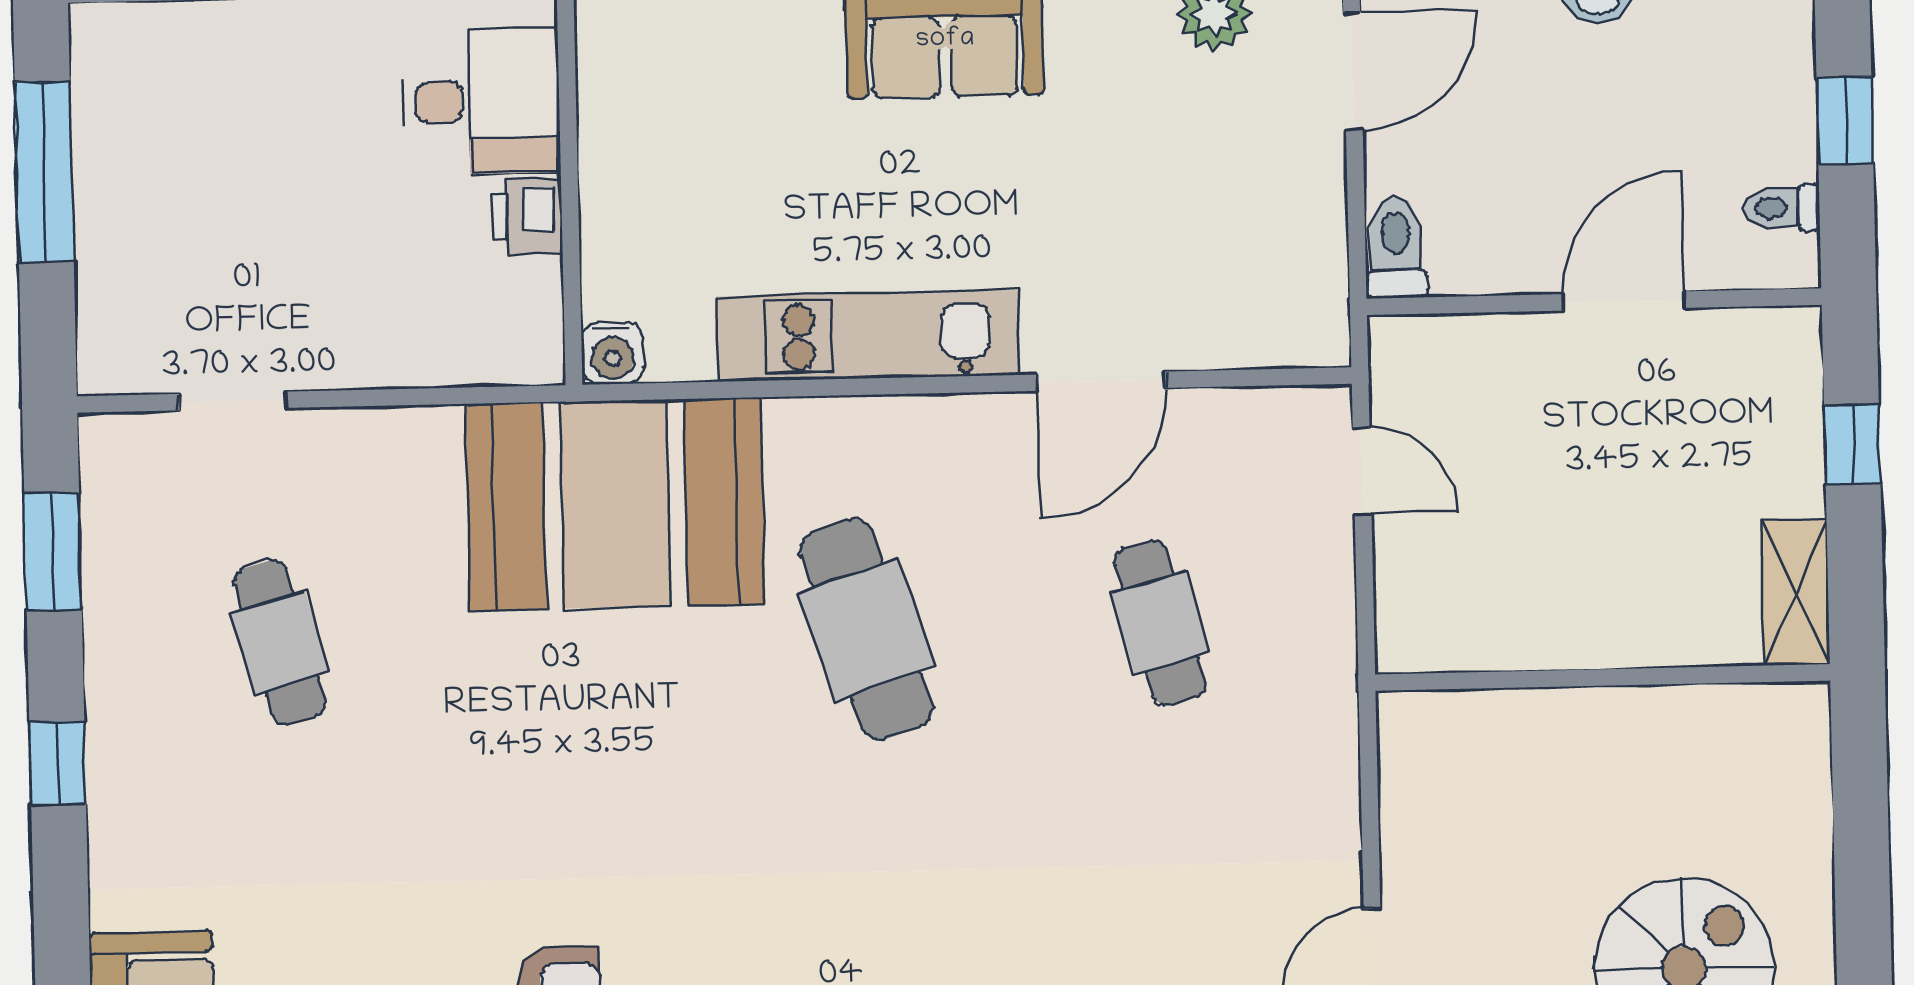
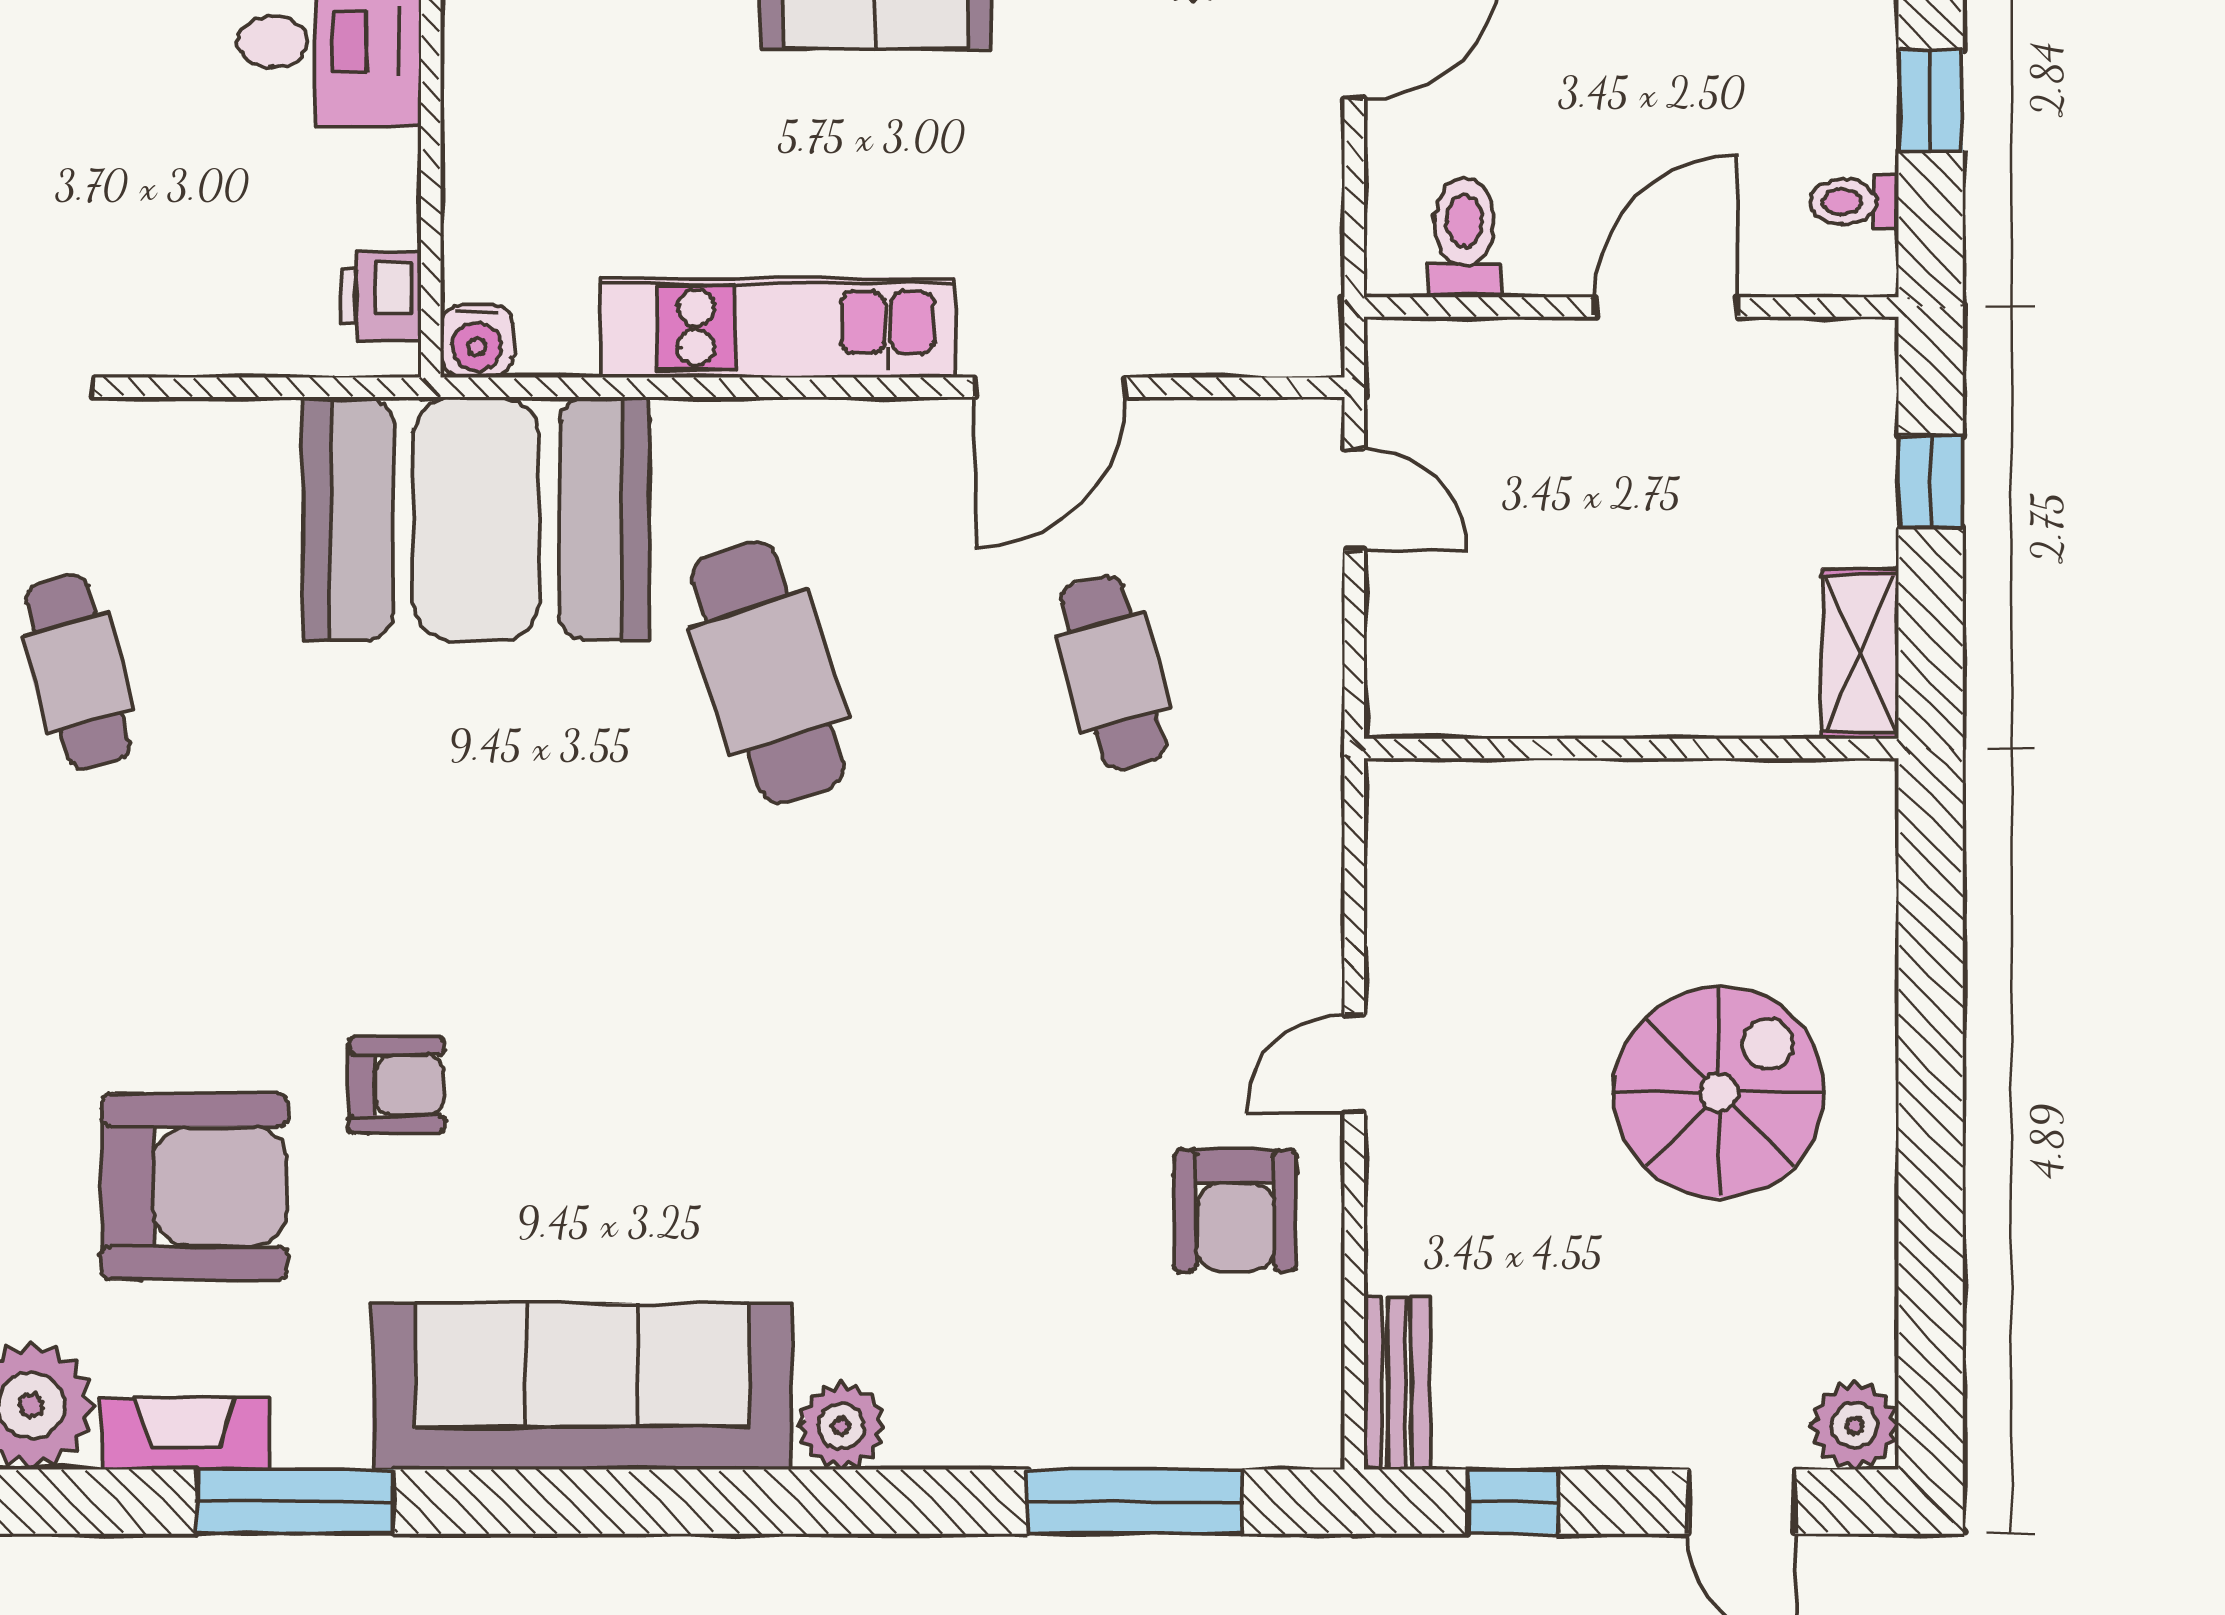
printer: (528, 216) -> (381, 296), moved
toilet: (1396, 247) -> (1464, 238), moved

